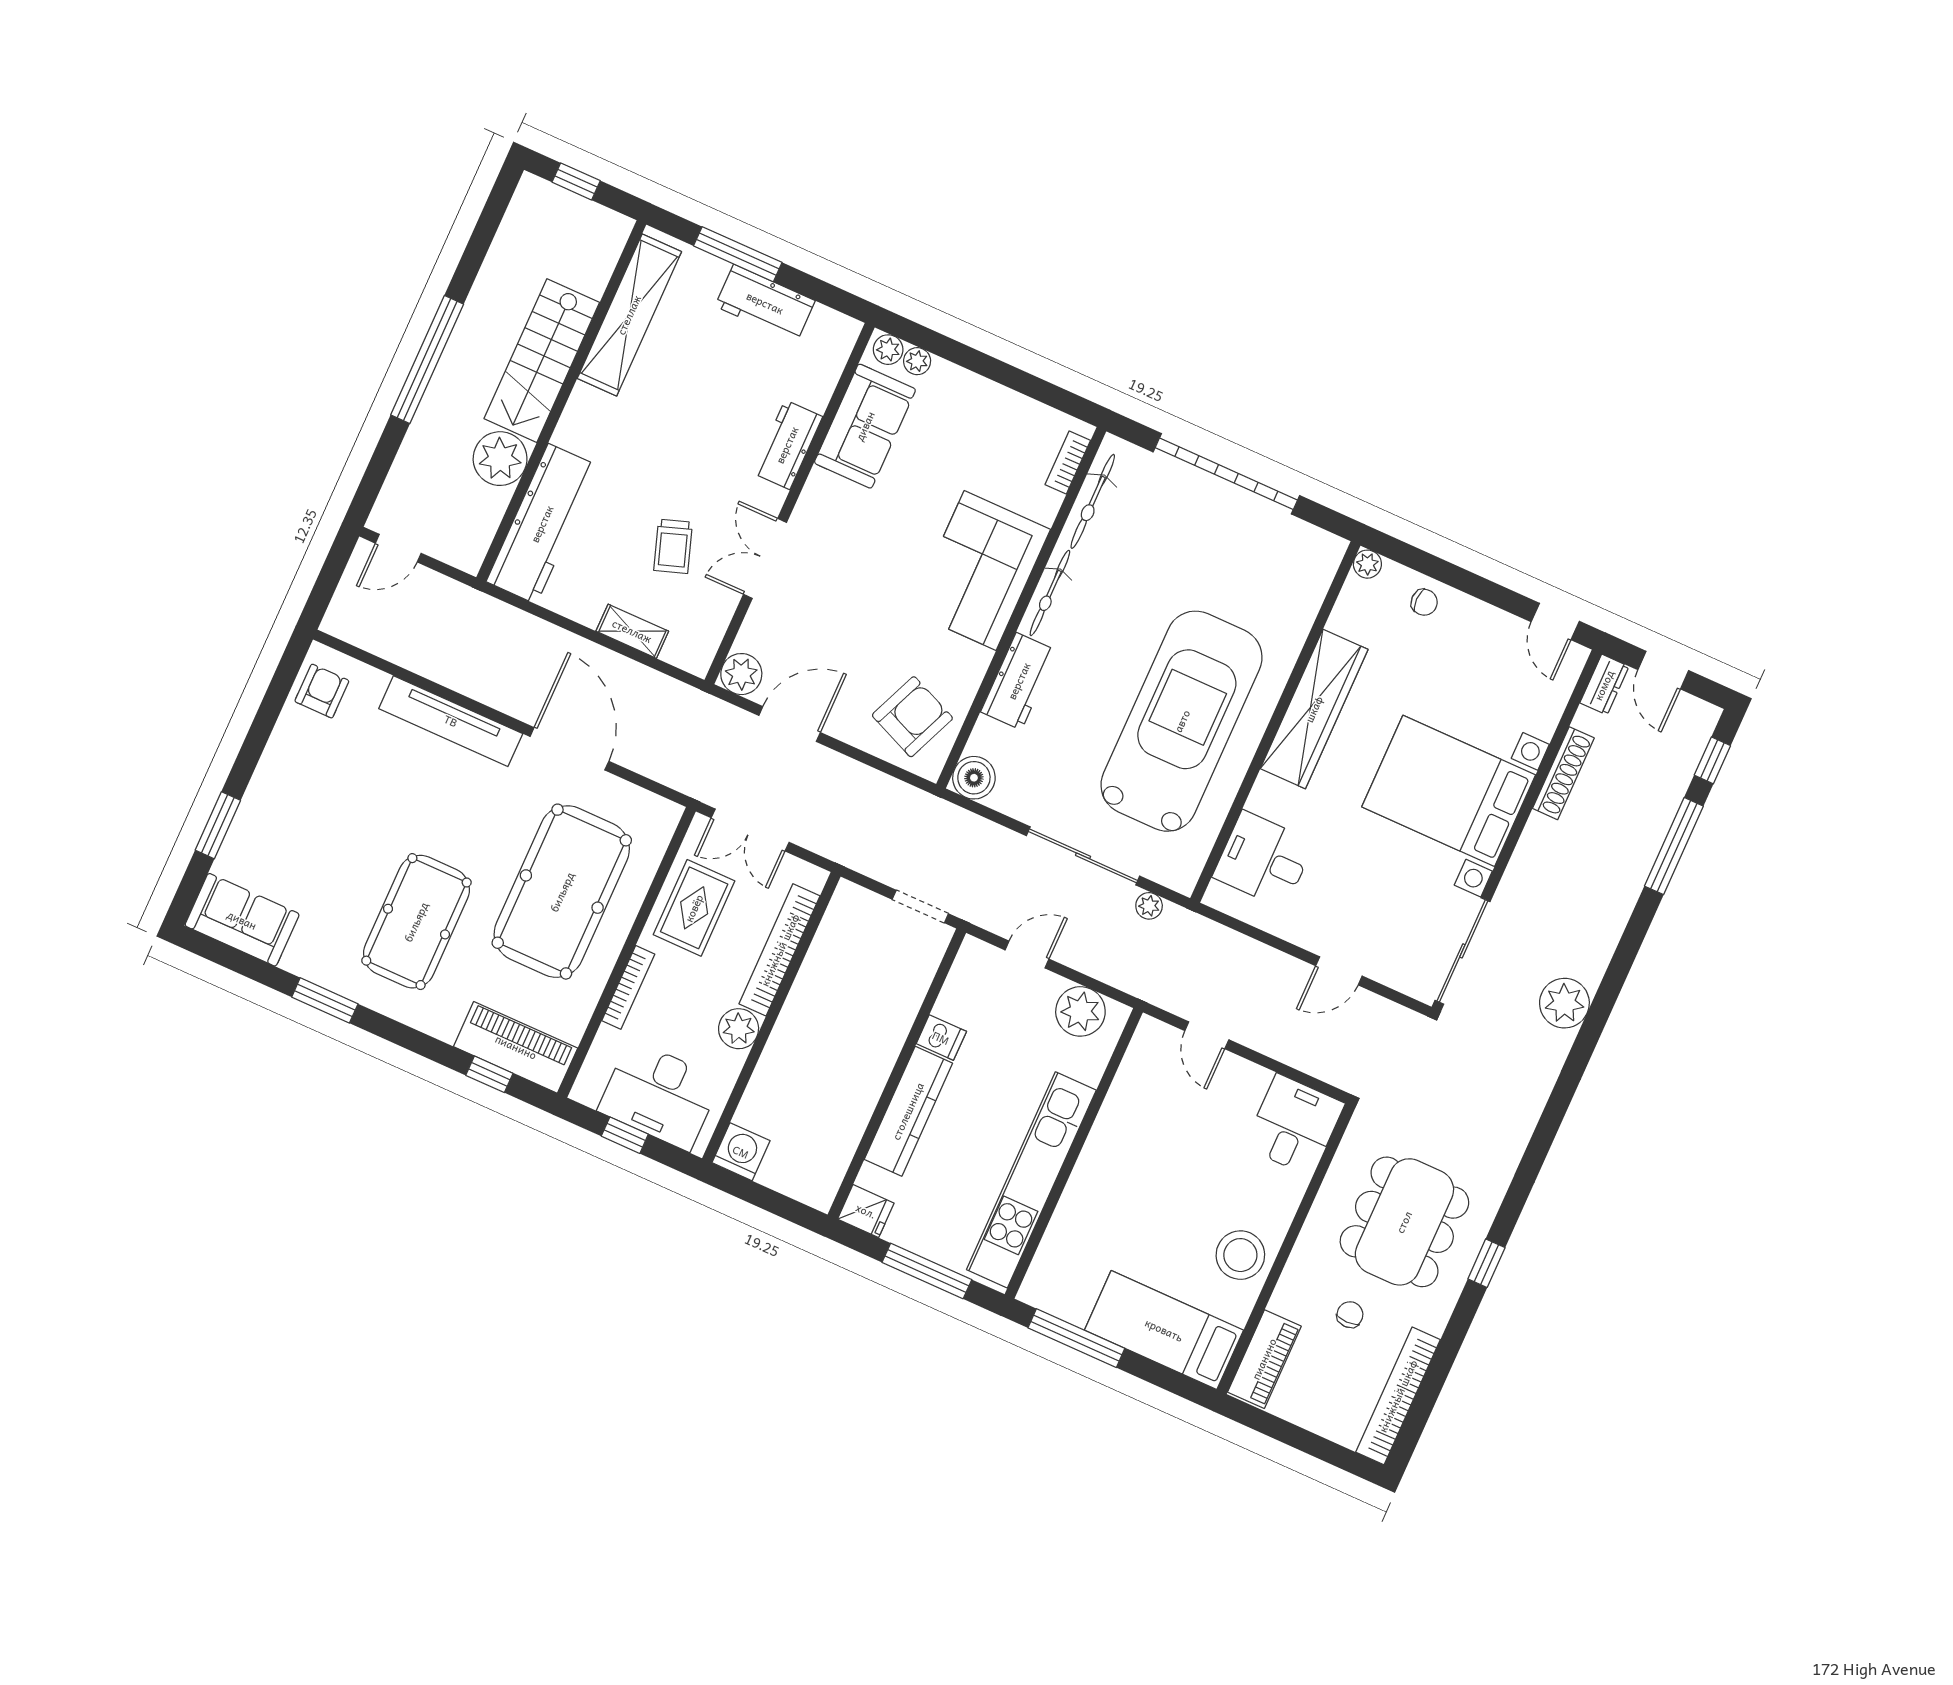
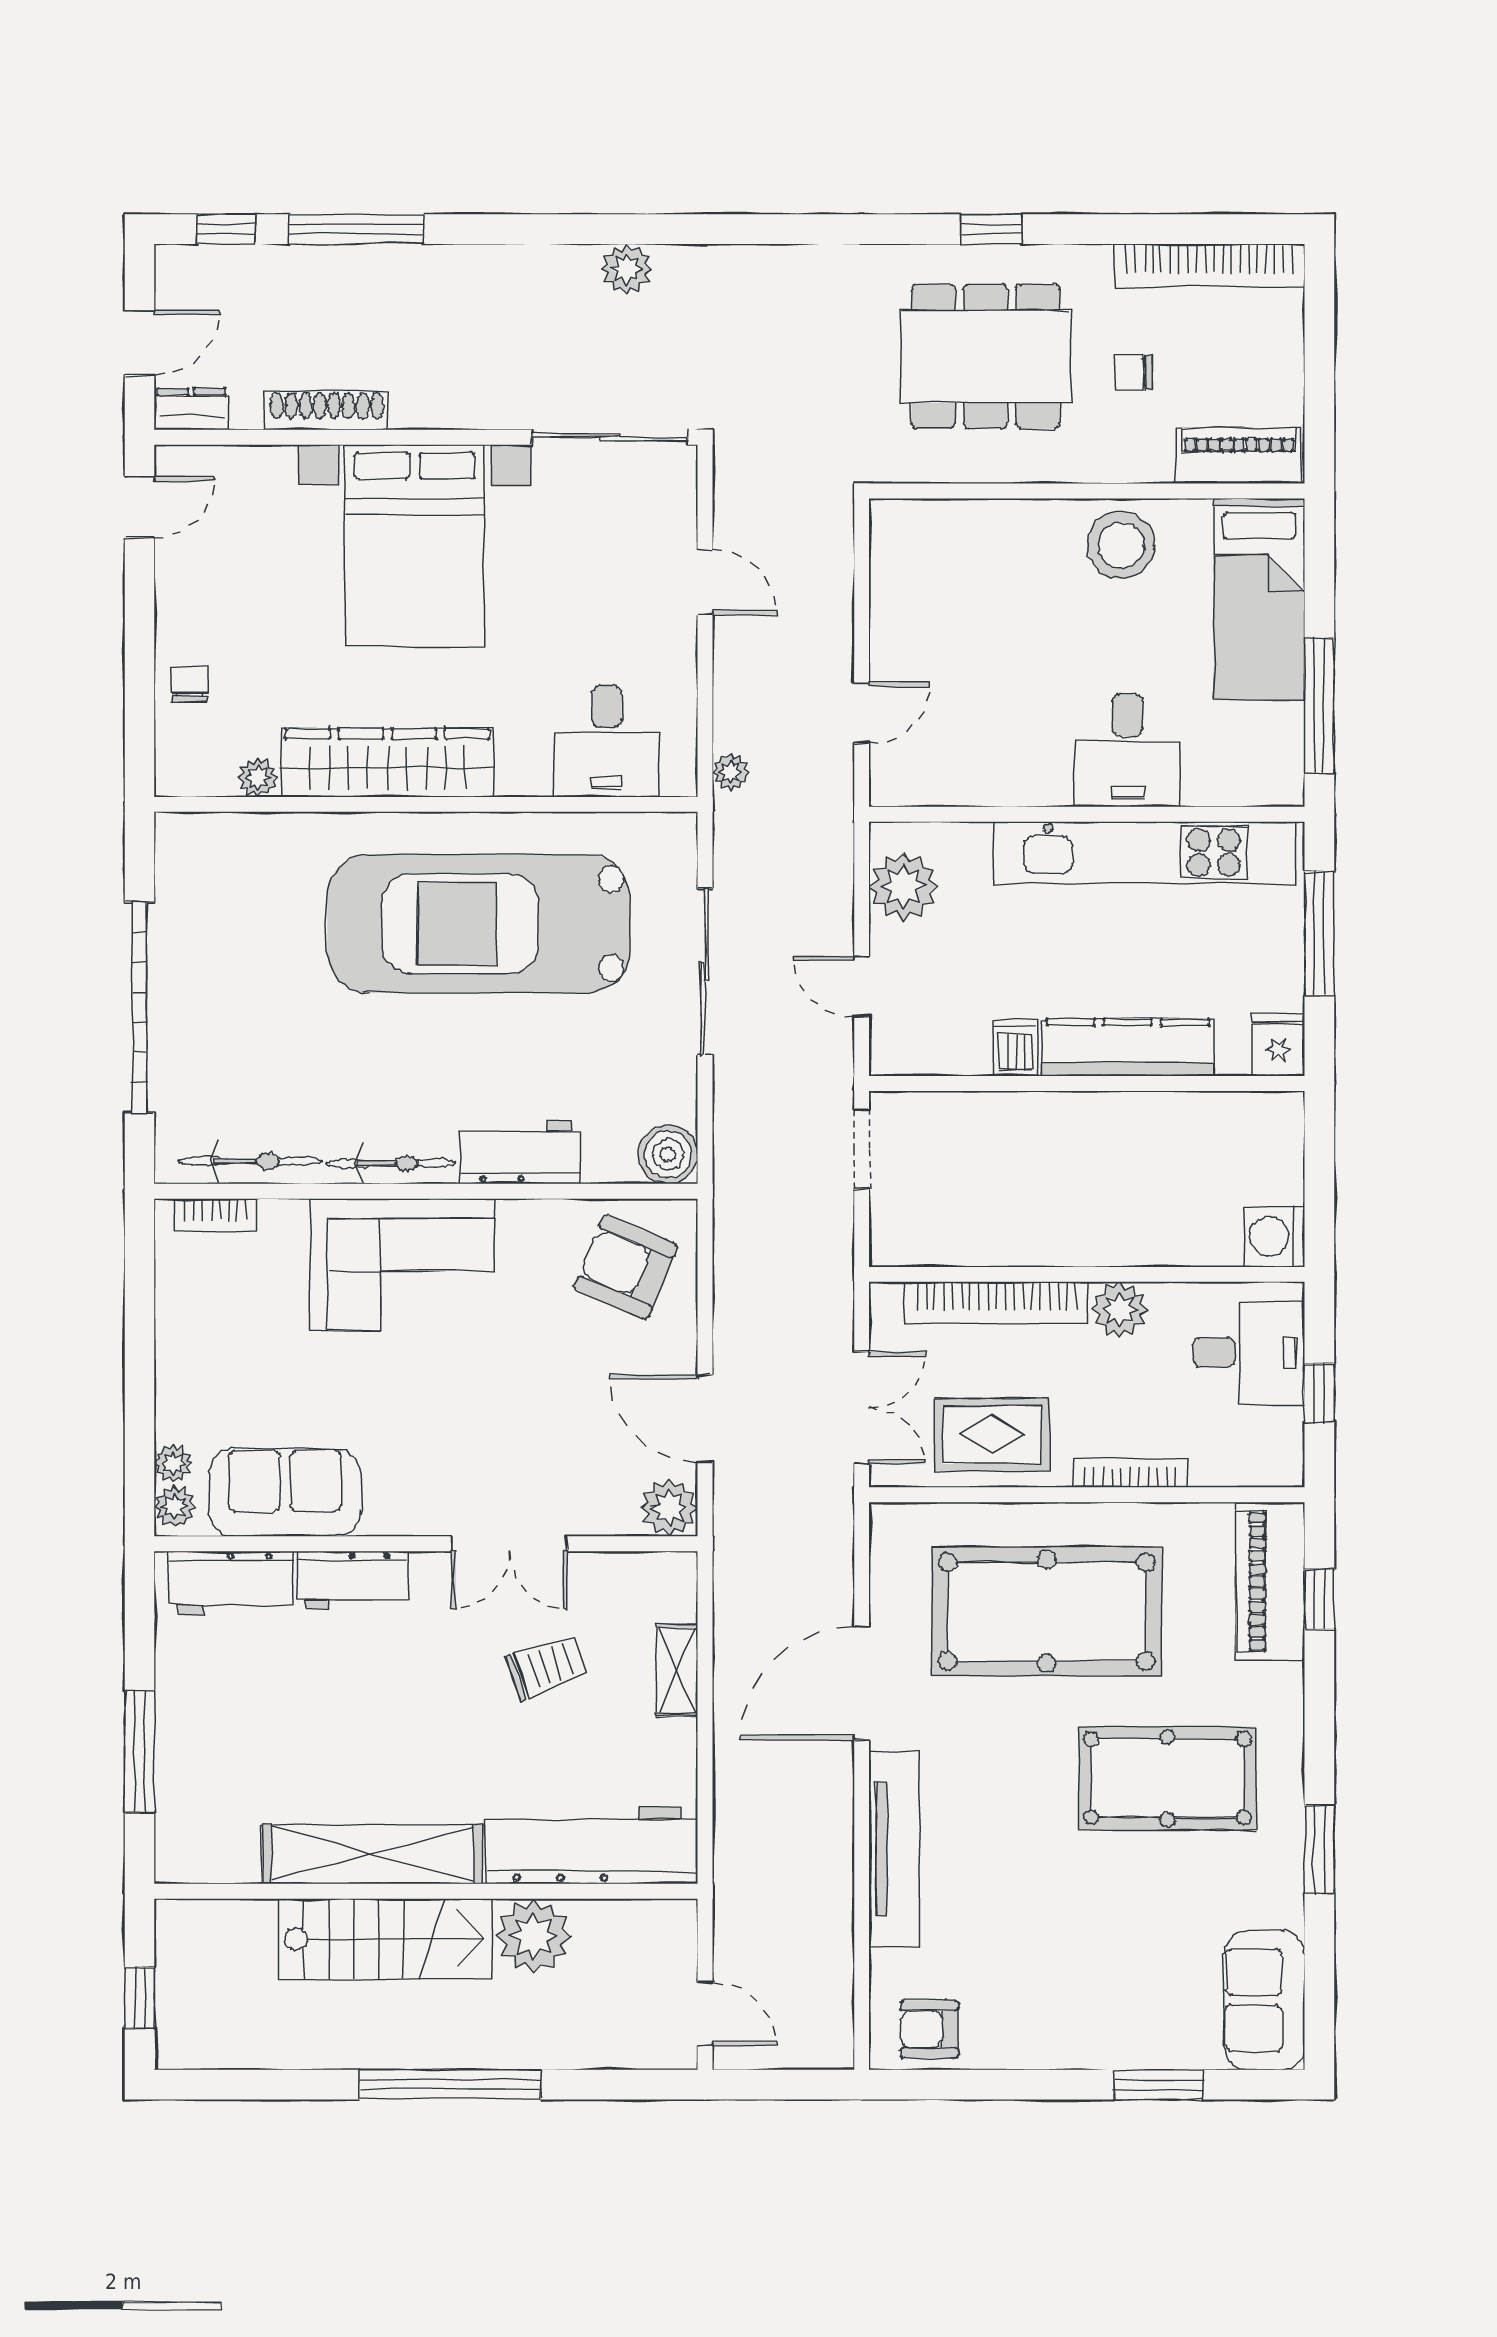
workbench: (765, 303) -> (231, 1583), moved, turned 90
shelving: (629, 315) -> (373, 1854), moved
plant: (1367, 564) -> (258, 778), moved
plant: (1149, 906) -> (731, 772), moved
plant: (1564, 1003) -> (627, 269), width x0.73, depth x0.73
desk: (660, 1095) -> (1249, 1352), width x0.73
desk: (1294, 1125) -> (1128, 750), moved, turned -90

